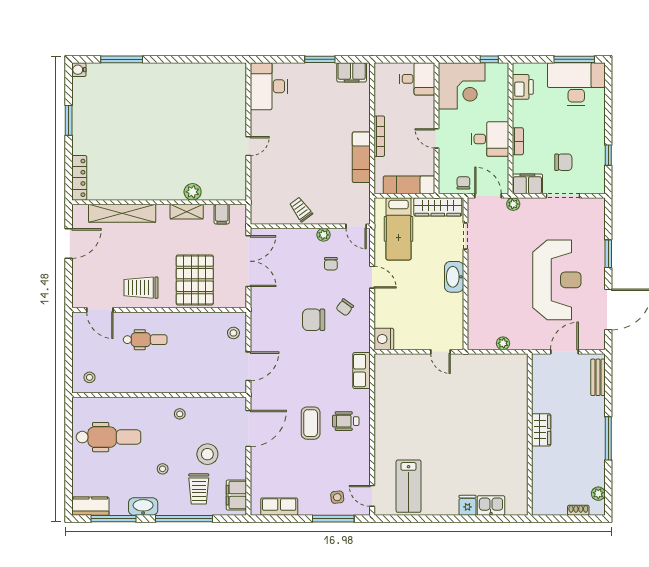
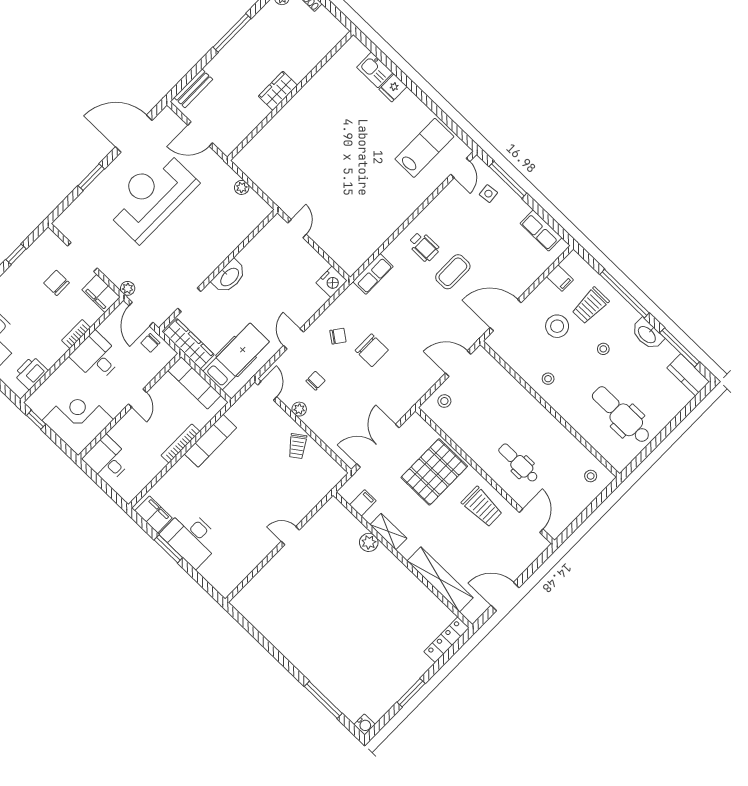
desk: (269, 86) -> (191, 538), moved, turned 90
trolley: (199, 489) -> (590, 306), turned 180
filing cabinet: (236, 495) -> (560, 278), width x0.50

